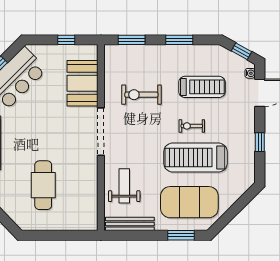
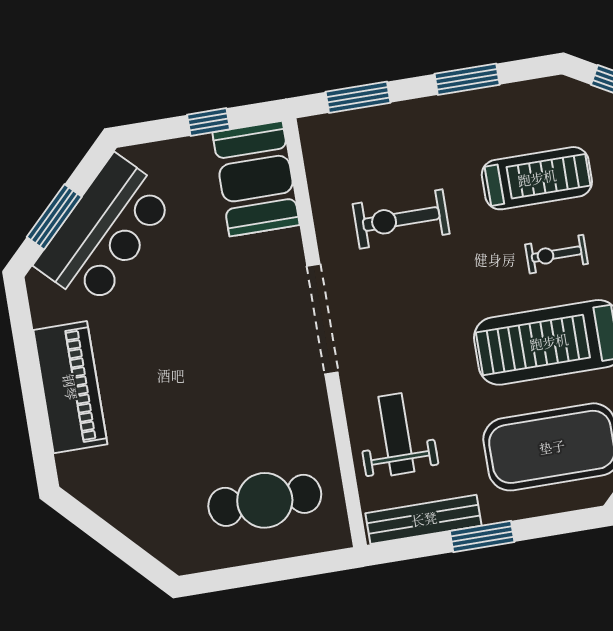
booth: (83, 83) -> (256, 179), moved
exercise bike: (192, 126) -> (557, 254), moved
cafe table: (43, 185) -> (265, 500), moved, turned 90
window: (181, 235) -> (482, 536), moved

